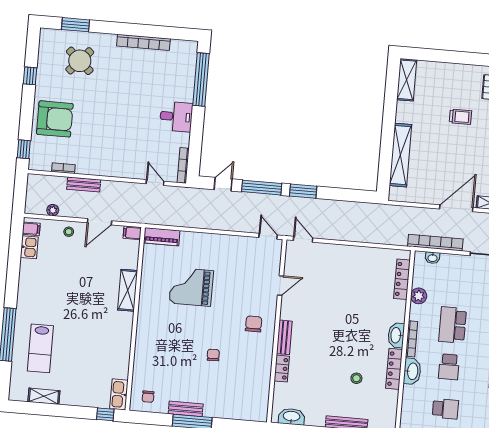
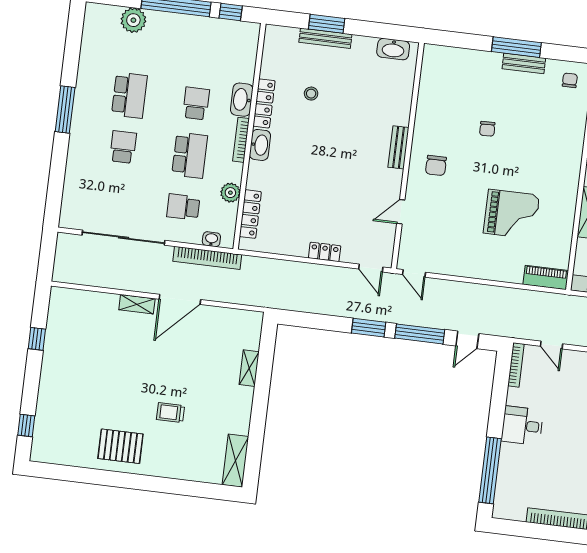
shelving: (400, 155) -> (249, 368), width x0.45, depth x0.75
locker: (282, 369) -> (325, 252), moved, turned 90
school desk: (445, 409) -> (183, 207), moved

